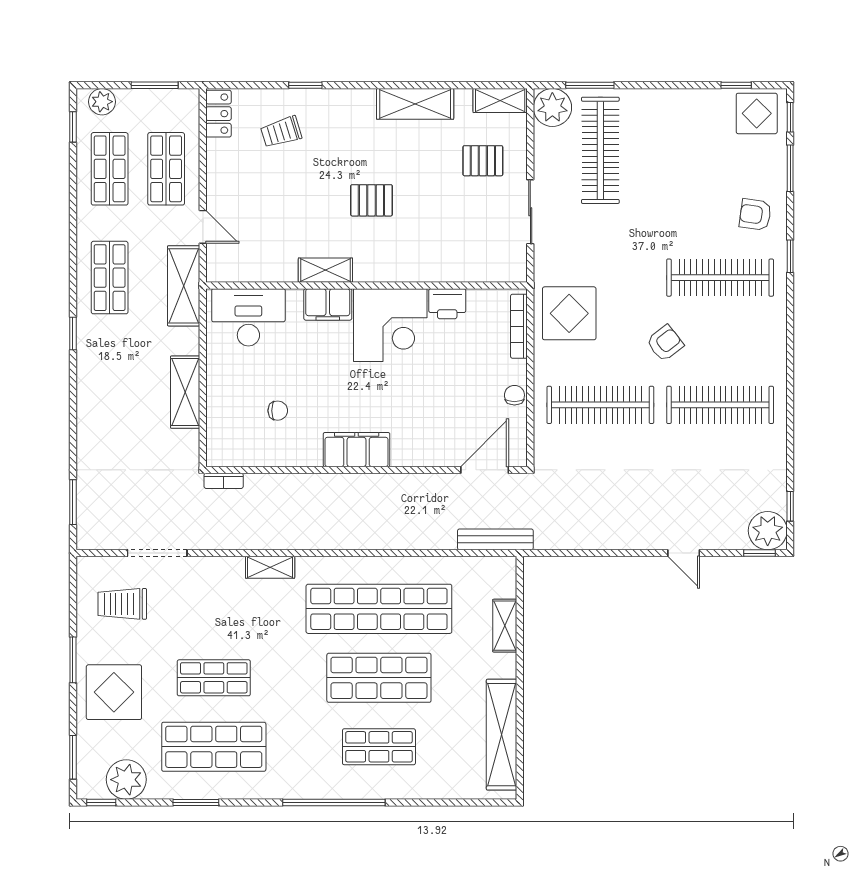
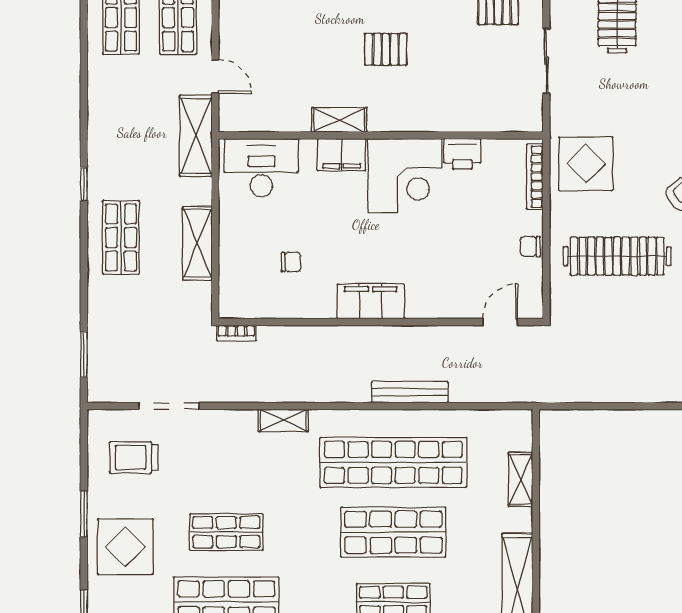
shop shelf: (110, 278) -> (121, 237), moved
chair: (514, 395) -> (530, 246), turned -90
door: (485, 470) -> (500, 322), width x0.73
bench: (495, 539) -> (410, 392), moved

